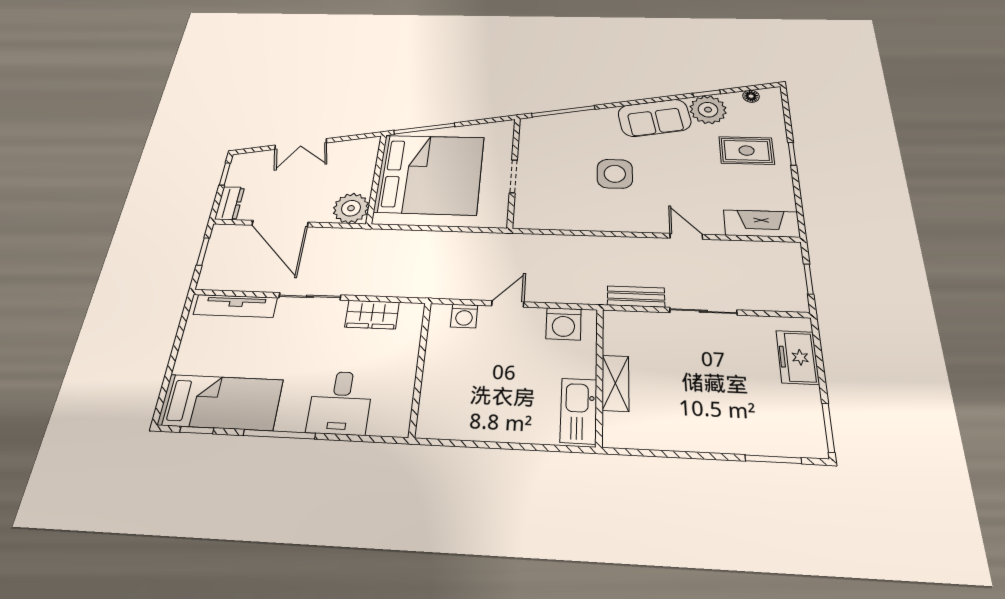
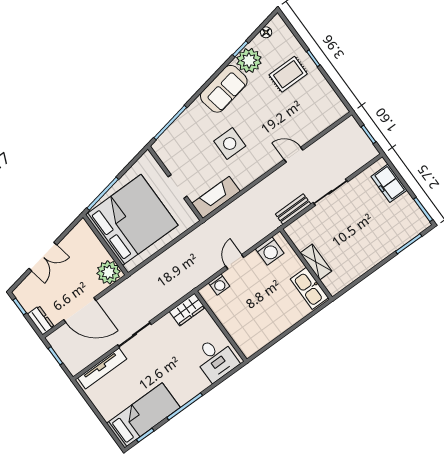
fireplace: (762, 224) -> (216, 197), moved
wardrobe: (372, 315) -> (187, 310), moved
desk: (340, 403) -> (216, 359), moved

